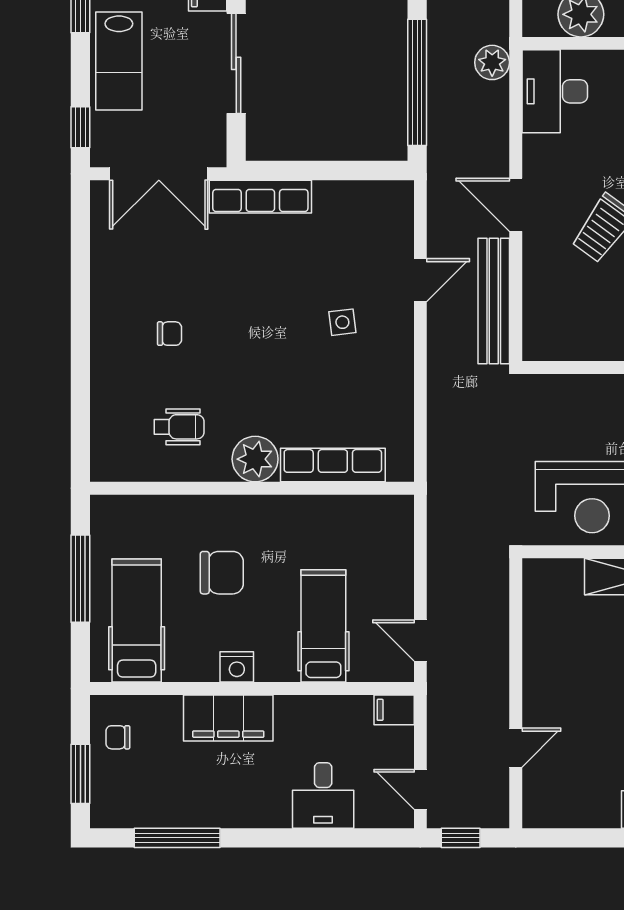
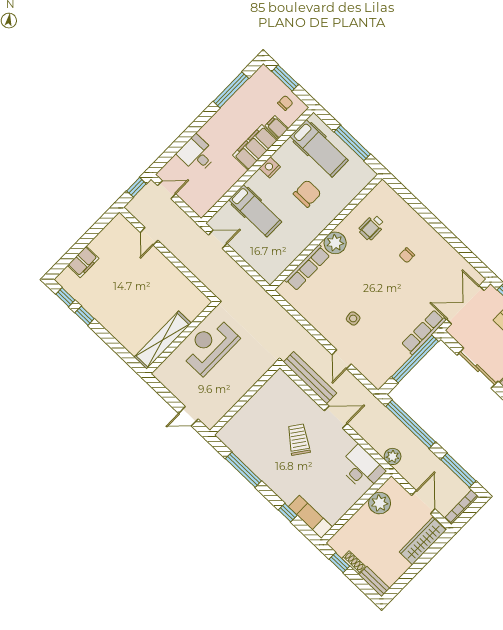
window: (313, 170) -> (415, 359), added
chair: (222, 573) -> (307, 194), turned 180
filing cabinet: (394, 710) -> (277, 127), moved, turned -90

